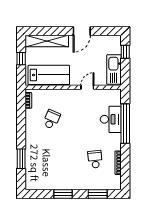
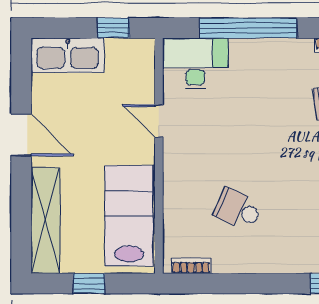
window: (125, 52) -> (113, 28), moved
kitchen sink: (114, 70) -> (68, 55), moved
desk: (111, 119) -> (195, 63), moved

